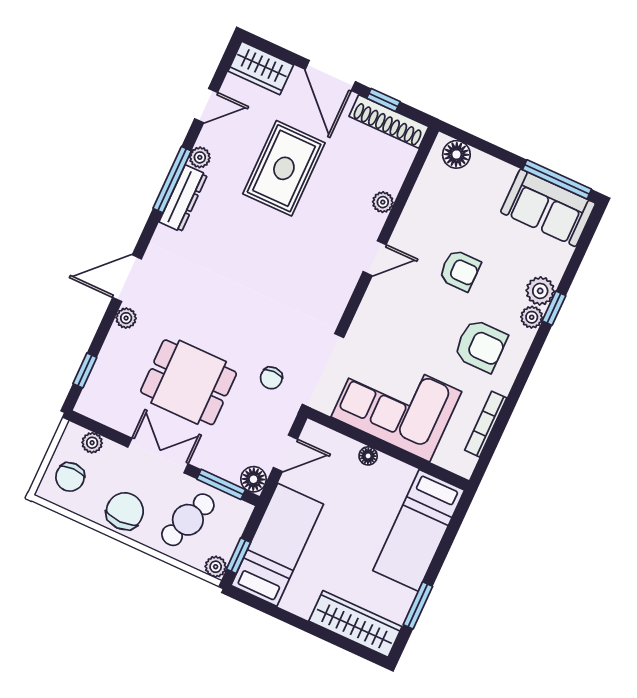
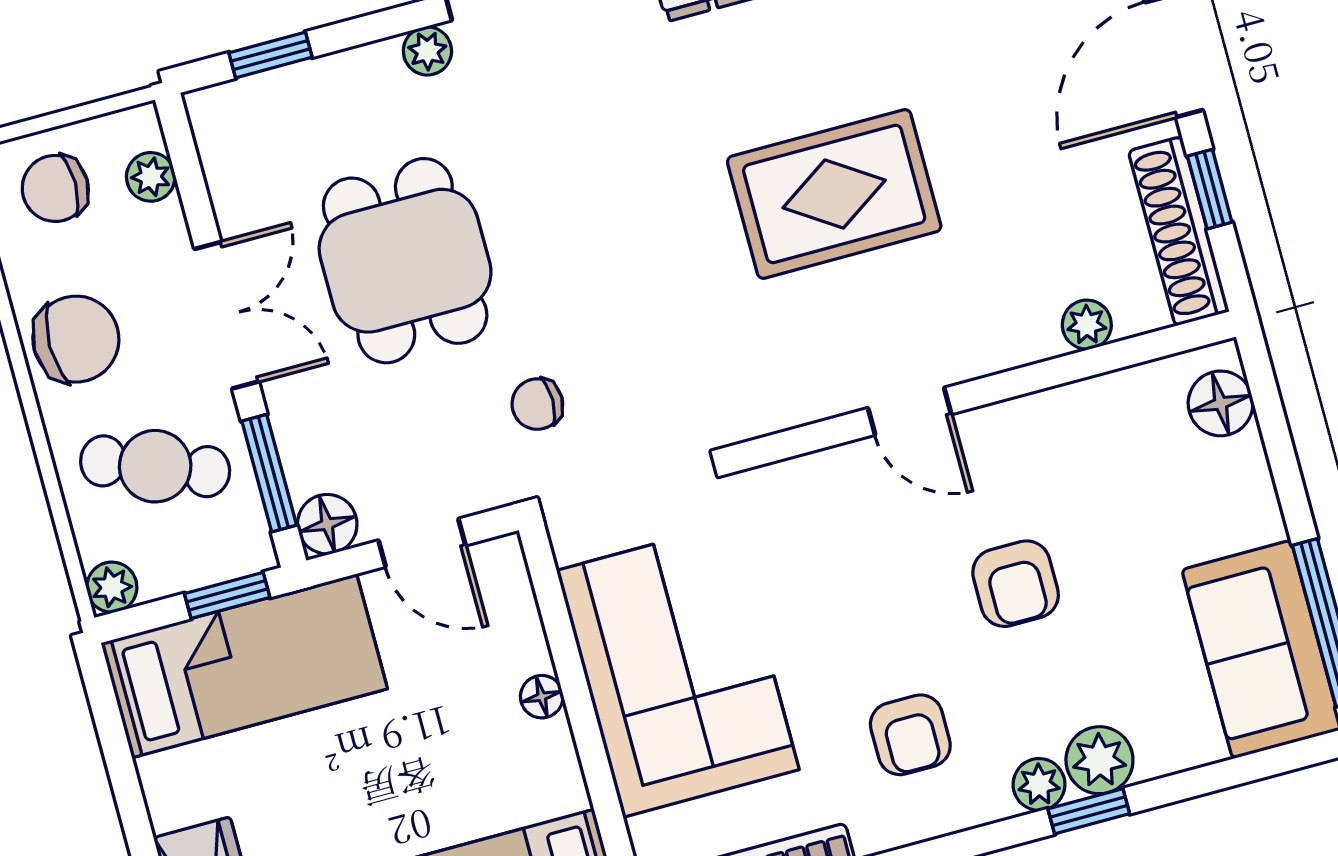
rug: (284, 168) -> (834, 194), moved
plant: (383, 202) -> (1087, 325), moved
armchair: (481, 346) -> (910, 735), width x0.72, depth x0.72
window: (238, 556) -> (227, 595), moved

